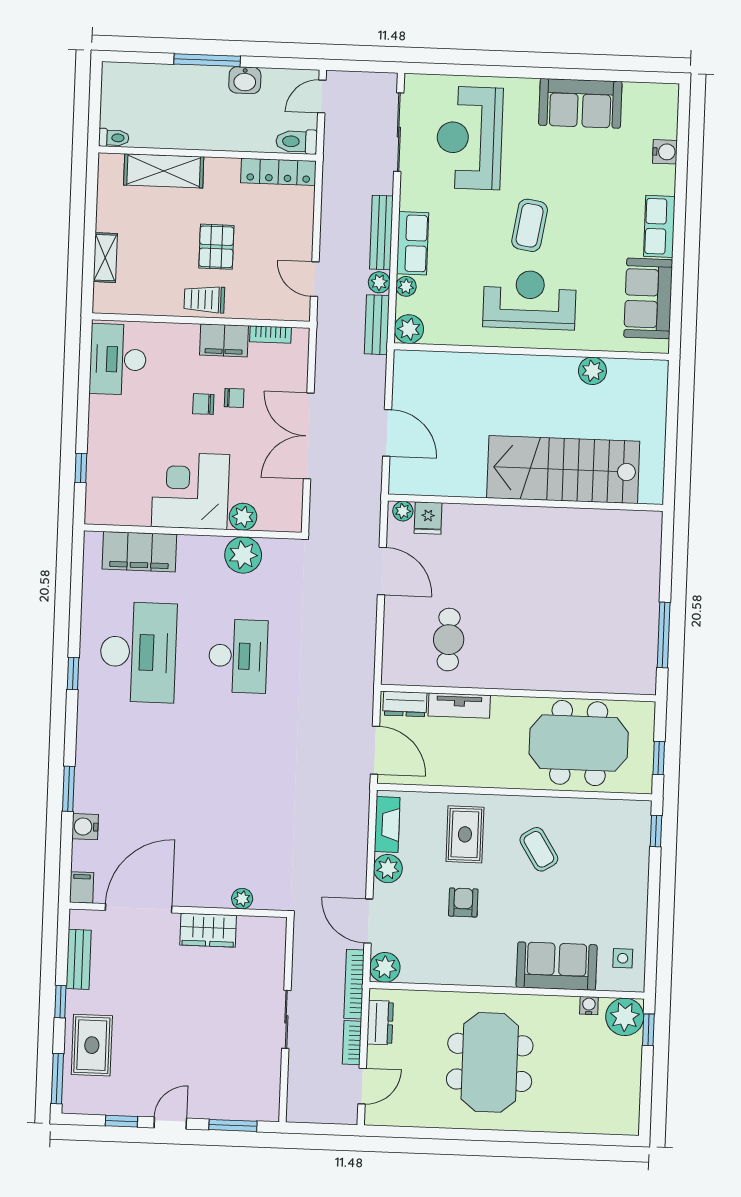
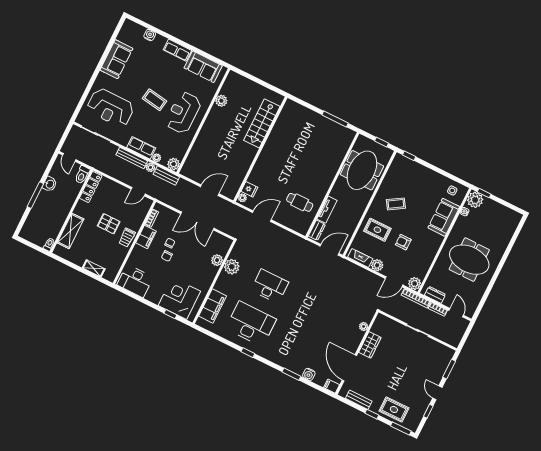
stairs: (563, 470) -> (262, 123), width x0.73, depth x0.66
corner desk: (190, 491) -> (179, 298), moved, turned 90

